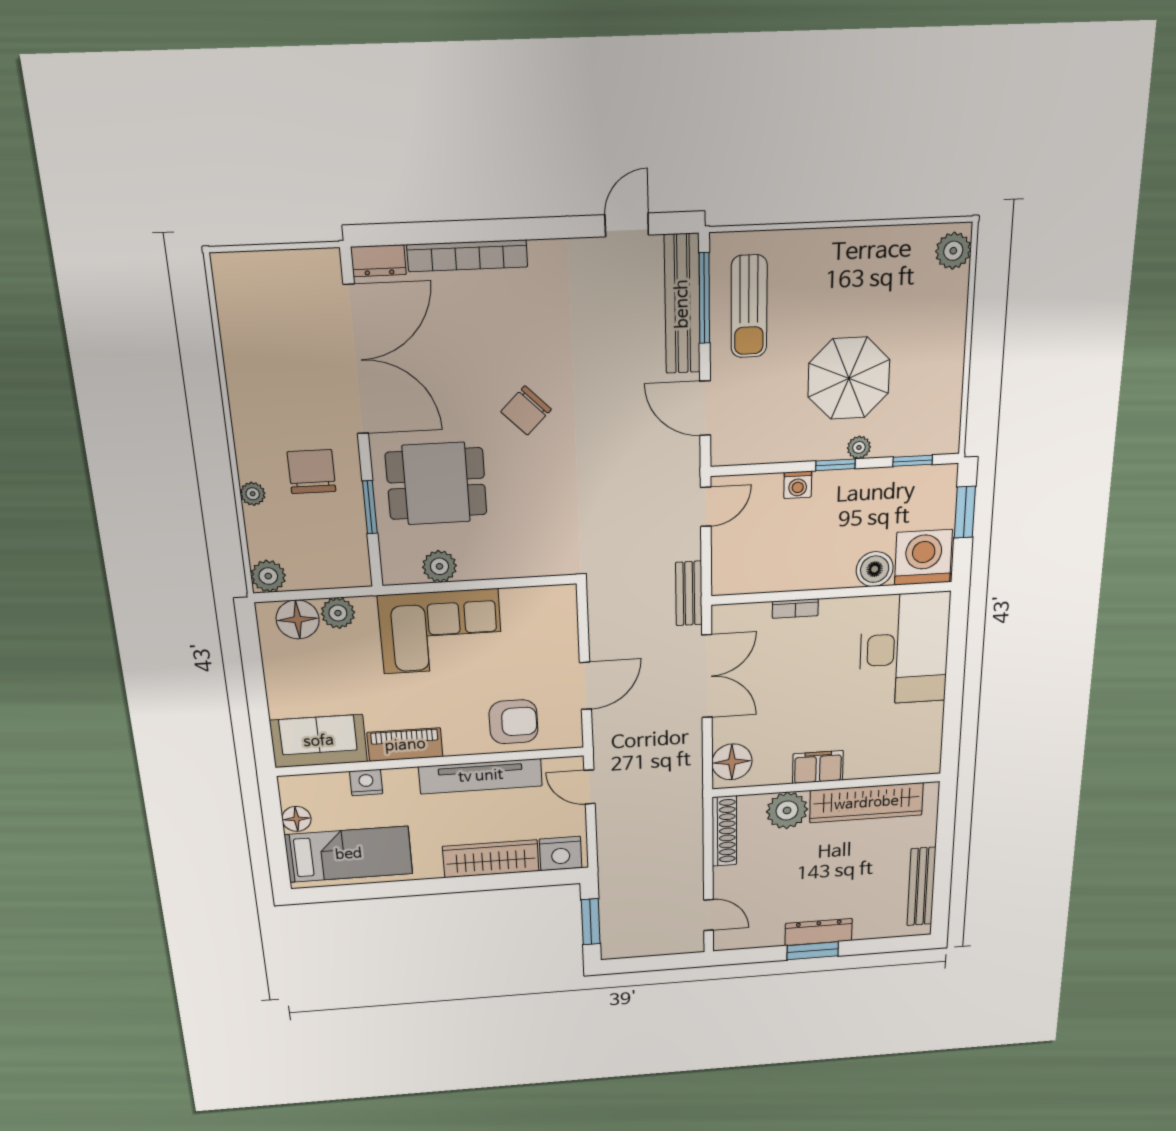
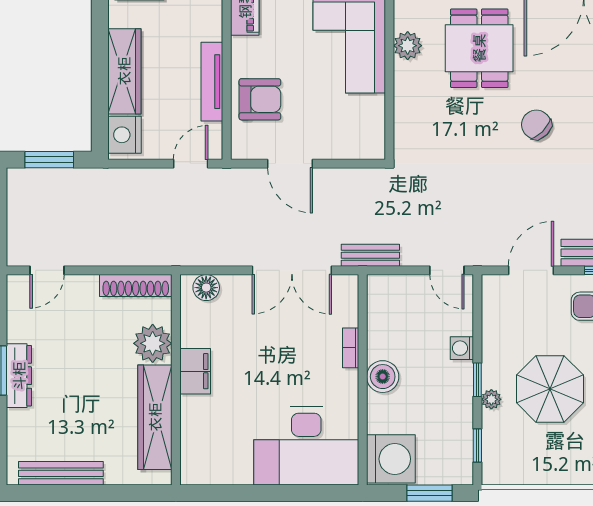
boiler: (875, 569) -> (383, 377), moved
armchair: (513, 722) -> (260, 99), turned -90
floor lamp: (732, 762) -> (206, 288), width x0.73, depth x0.73
tv unit: (481, 776) -> (212, 82), width x0.73, depth x0.78

